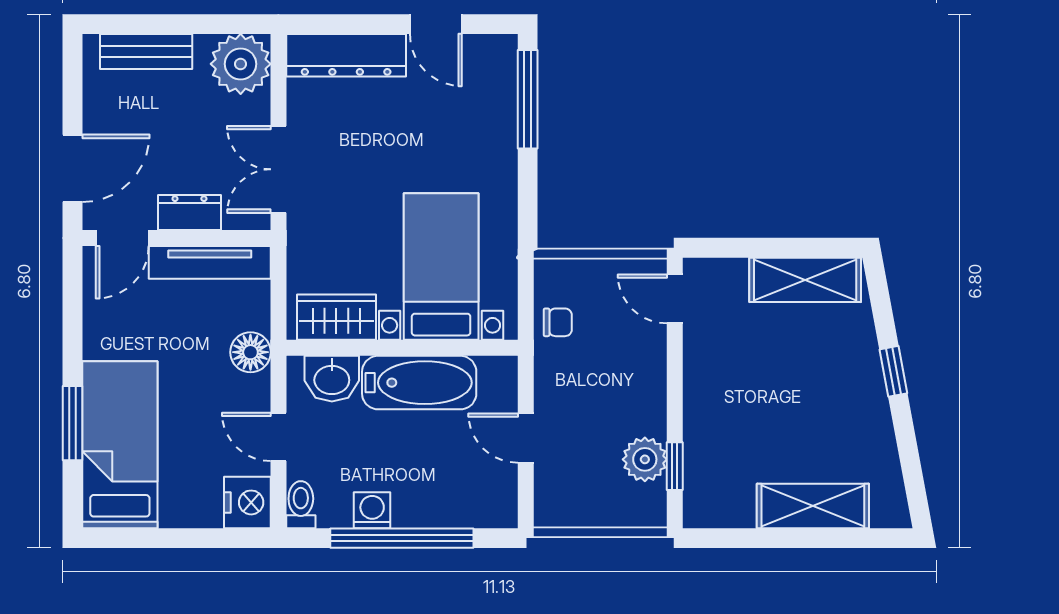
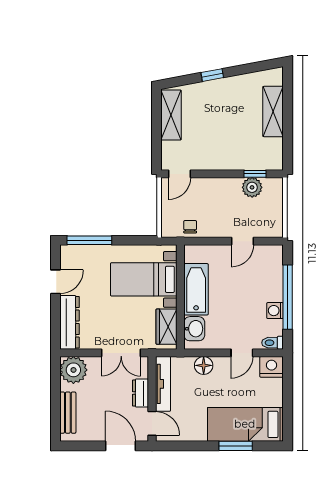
bed with nightstands: (441, 267) -> (144, 279), moved
wardrobe: (336, 317) -> (167, 327), moved
wall: (402, 348) -> (180, 297), moved
washbasin: (332, 379) -> (194, 329), moved
bathtub: (419, 383) -> (196, 289), moved

